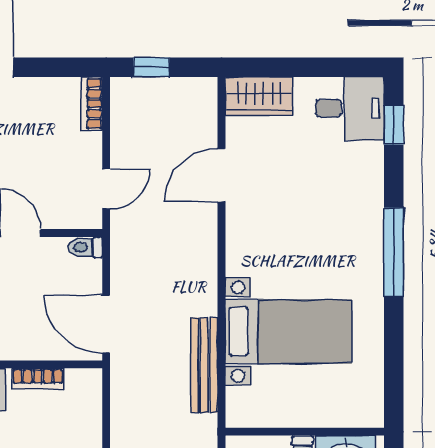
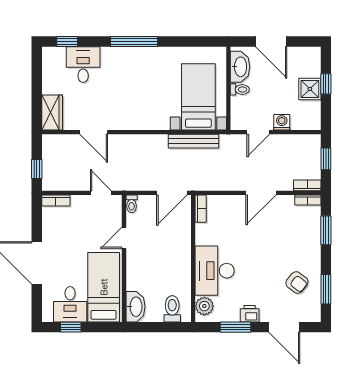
desk: (350, 109) -> (83, 65), moved
bed with nightstands: (288, 332) -> (198, 97), moved
bookcase: (38, 379) -> (201, 209), moved

